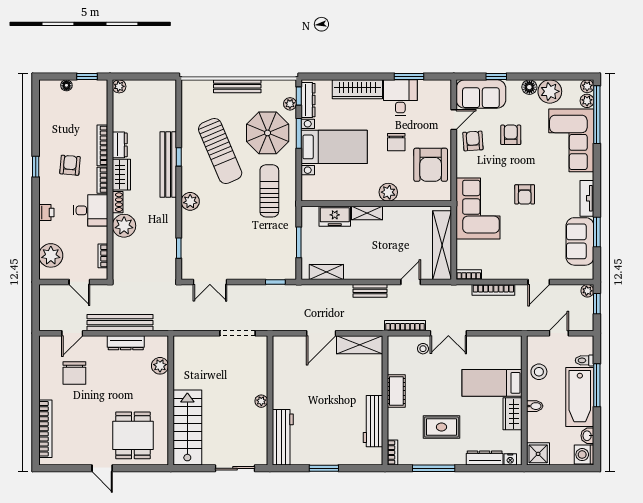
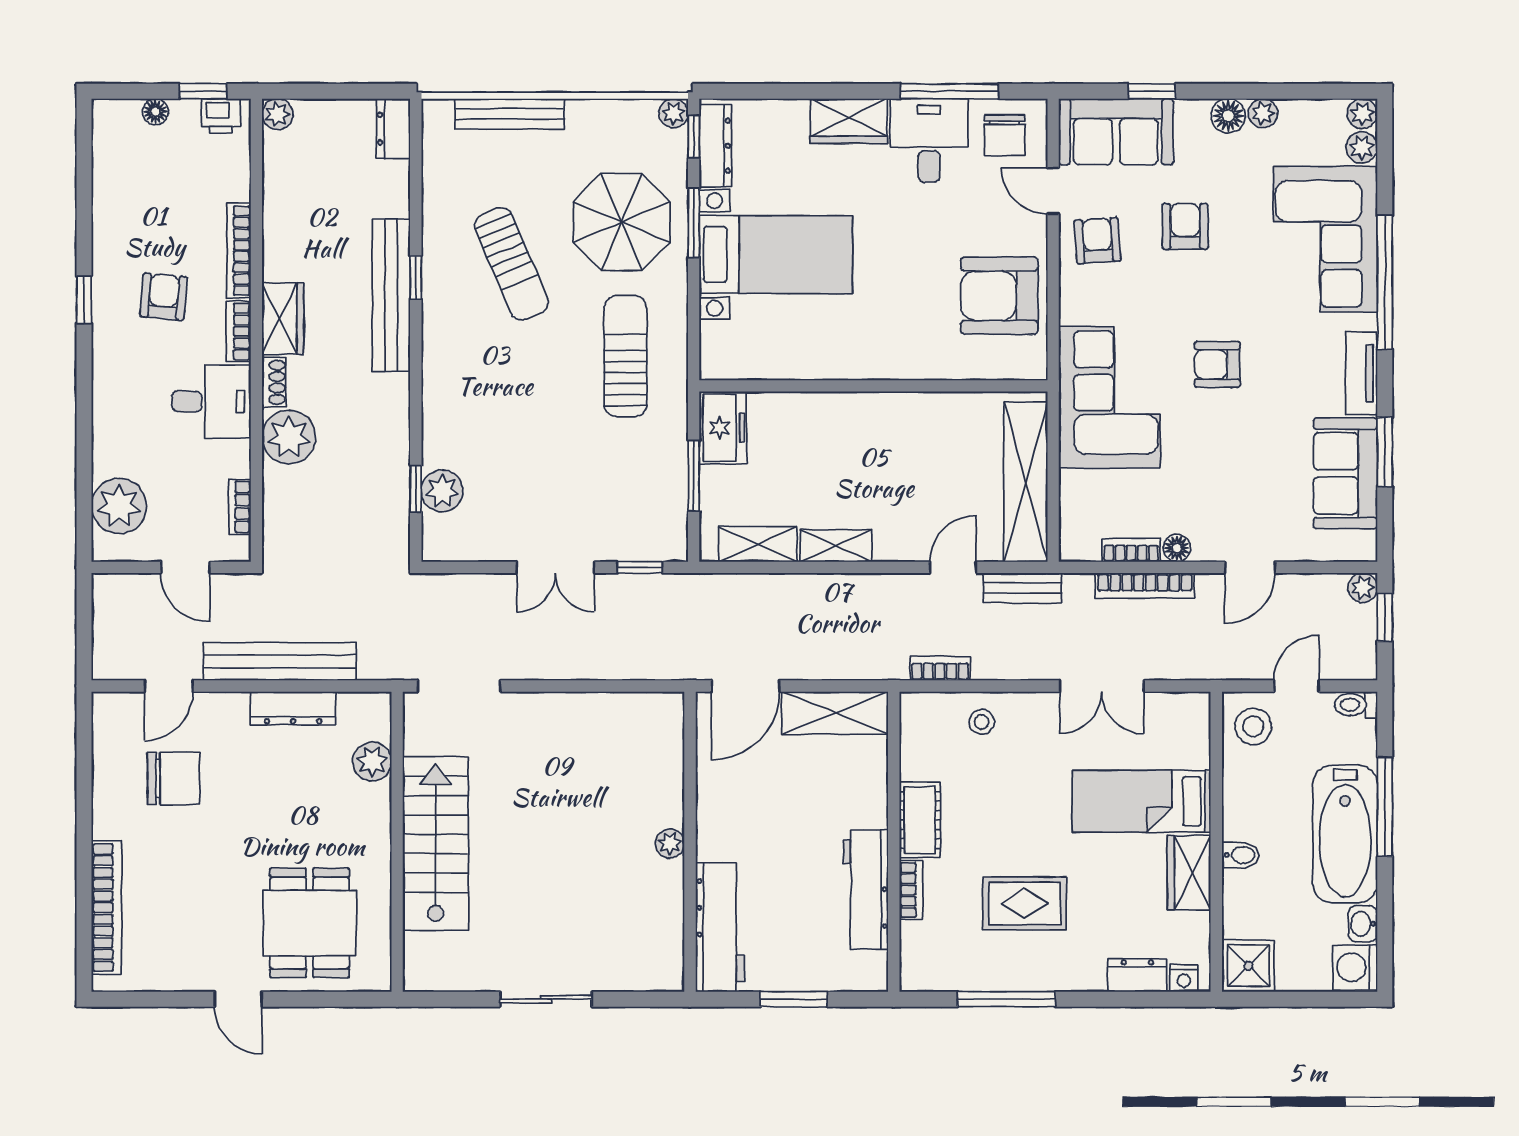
window: (409, 77) -> (950, 91), width x1.44
bench: (237, 86) -> (510, 114), moved
wardrobe: (357, 89) -> (849, 121), width x0.67
plant: (550, 91) -> (1263, 113), width x0.53, depth x0.53
plant: (290, 104) -> (673, 113), moved
window: (597, 115) -> (1385, 282), moved
door: (454, 120) -> (1053, 191), swing flipped
chair: (396, 142) -> (1005, 135), moved
dresser: (120, 145) -> (393, 129), moved, turned 180
sun lounger: (220, 151) -> (511, 264), width x0.73, depth x0.75
armchair: (431, 165) -> (999, 296), turned 90
plant: (388, 192) -> (901, 359), removed
armchair: (525, 194) -> (1217, 364), turned 90
plant: (190, 201) -> (442, 491), moved
printer: (46, 212) -> (221, 116), moved, turned 90
shelving: (367, 213) -> (836, 546), moved
freezer: (335, 216) -> (723, 428), moved, turned -90
floor lamp: (507, 274) -> (1177, 548), added
bookcase: (469, 275) -> (1131, 550), moved
double door: (210, 282) -> (556, 567), moved
bench: (370, 291) -> (1023, 588), moved
bookcase: (405, 326) -> (940, 668), width x0.64
doorway: (237, 333) -> (459, 686), moved
double door: (448, 333) -> (1102, 686), moved
toilet: (585, 360) -> (1356, 705), moved
stool: (539, 372) -> (1253, 726), moved
chair: (74, 373) -> (174, 778), turned -90
wall: (270, 400) -> (690, 842), moved
plant: (261, 401) -> (670, 843), moved
stairs: (187, 428) -> (436, 844), moved
workbench: (283, 437) -> (720, 927), moved
bookcase: (393, 452) -> (911, 890), moved
dresser: (485, 458) -> (1137, 975), width x0.70
window: (324, 468) -> (794, 999), moved

